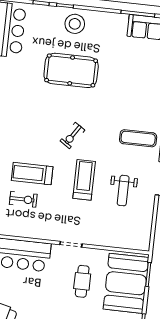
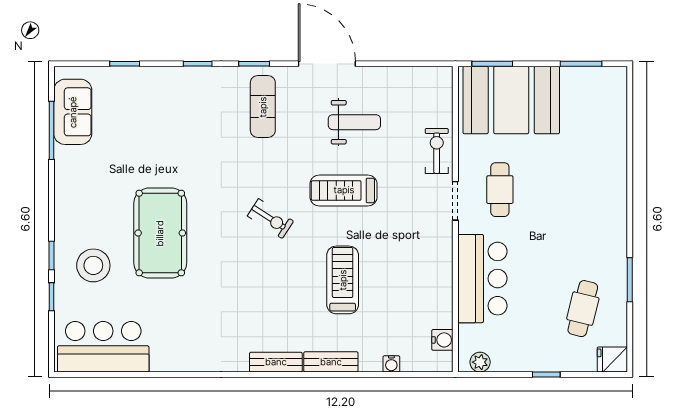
stool: (75, 24) -> (93, 265), moved
treadmill: (32, 174) -> (343, 280), turned 180
exercise bike: (23, 199) -> (437, 151), moved
cafe table: (82, 281) -> (500, 190), moved, turned 90

